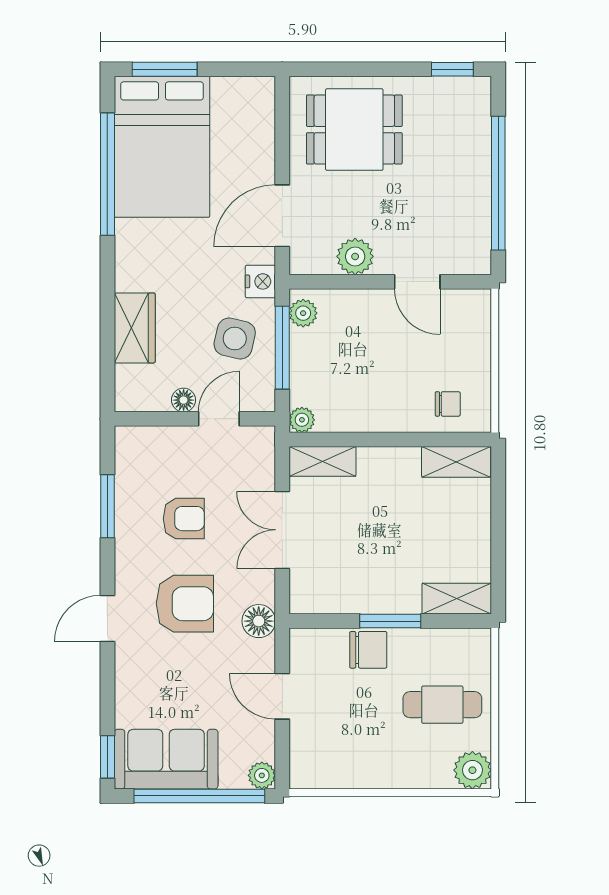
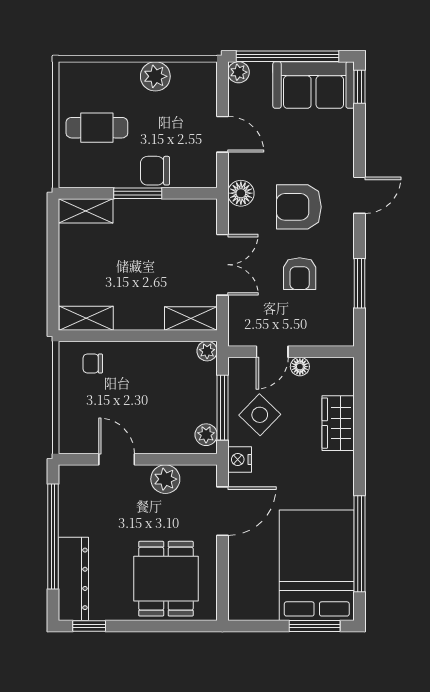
dresser: (472, 129) -> (73, 579), added
dining table: (354, 130) -> (166, 579), turned 90
side table: (235, 339) -> (260, 415), turned 31
armchair: (184, 519) -> (300, 274), turned -90
plant: (472, 770) -> (155, 76), moved

